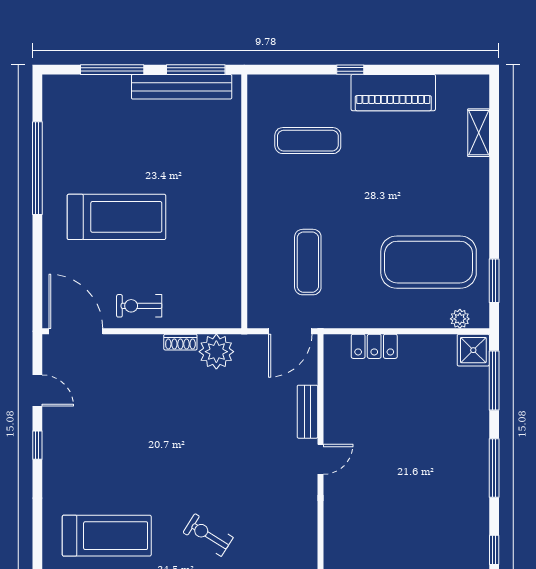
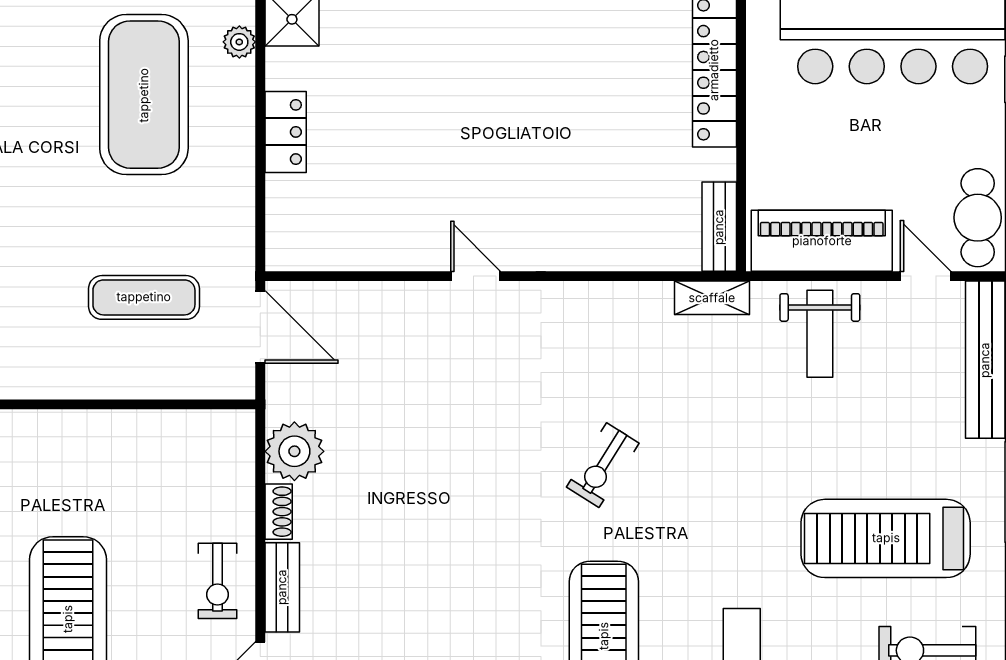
locker: (374, 346) -> (286, 132), moved
bench: (307, 412) -> (282, 587), moved, turned 90

